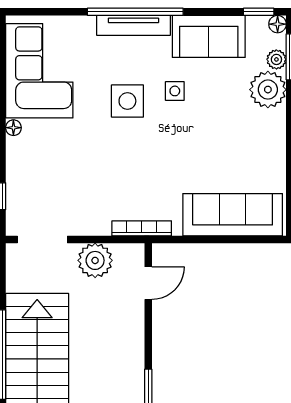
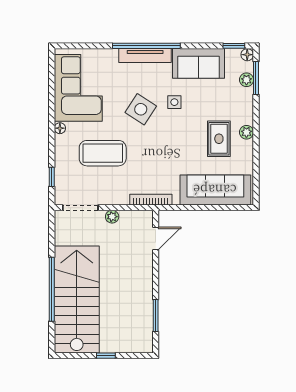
plant: (268, 90) -> (246, 132), moved, width x0.53, depth x0.53
side table: (127, 101) -> (141, 109), turned 33
rug: (238, 143) -> (219, 139), added
coffee table: (74, 163) -> (103, 153), added
plant: (95, 260) -> (112, 217), width x0.53, depth x0.53

